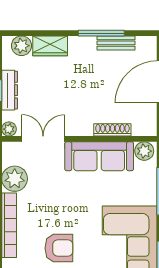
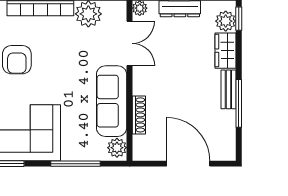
window: (19, 33) -> (239, 19), added
bench: (116, 43) -> (228, 89), moved

